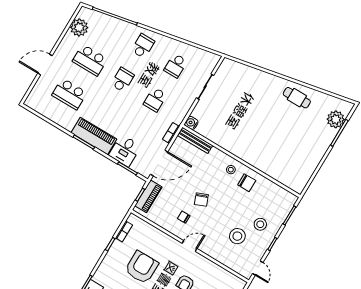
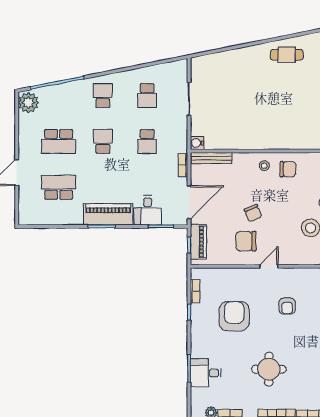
plant: (79, 27) -> (28, 103), moved
school desk: (69, 94) -> (59, 187), turned 180
chair: (184, 217) -> (246, 241), width x1.87, depth x1.87

